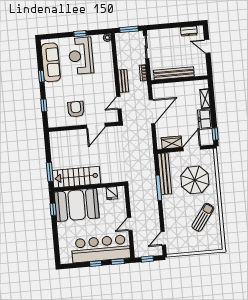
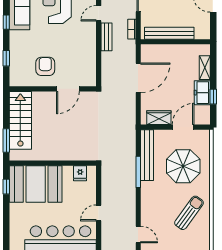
door: (119, 103) -> (99, 13), moved
window: (215, 134) -> (213, 97), moved
stairs: (76, 177) -> (20, 120), moved, turned 90
door: (163, 238) -> (138, 234), swing flipped

